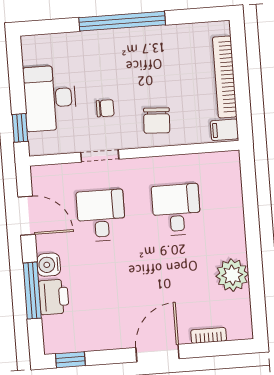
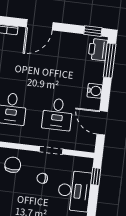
window: (32, 291) -> (110, 61), moved
printer: (54, 297) -> (98, 50), moved

